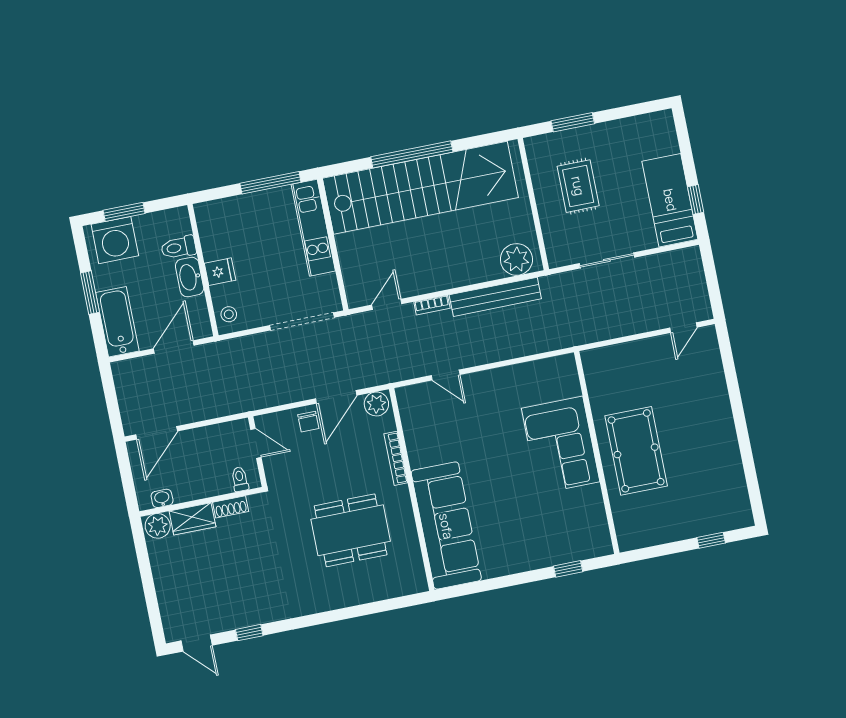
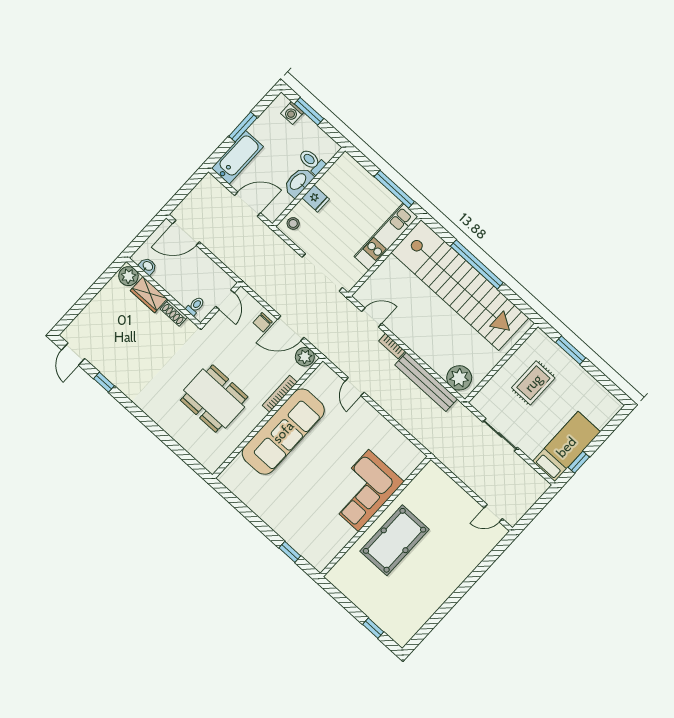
washing machine: (115, 240) -> (292, 113), width x0.53, depth x0.53
sofa: (446, 526) -> (283, 432), moved

